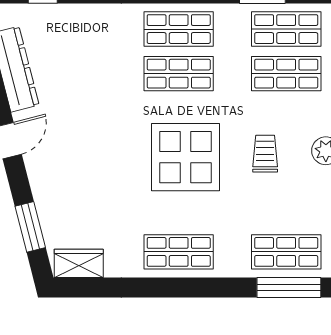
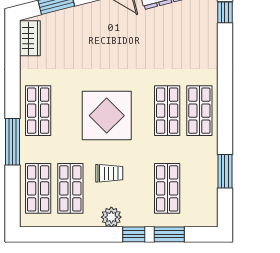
shop shelf: (286, 29) -> (70, 188), moved
window: (289, 287) -> (12, 142), moved

